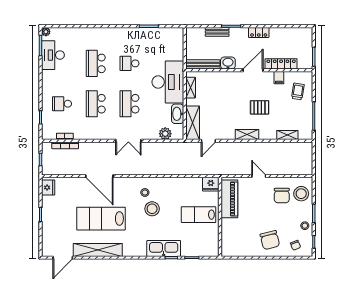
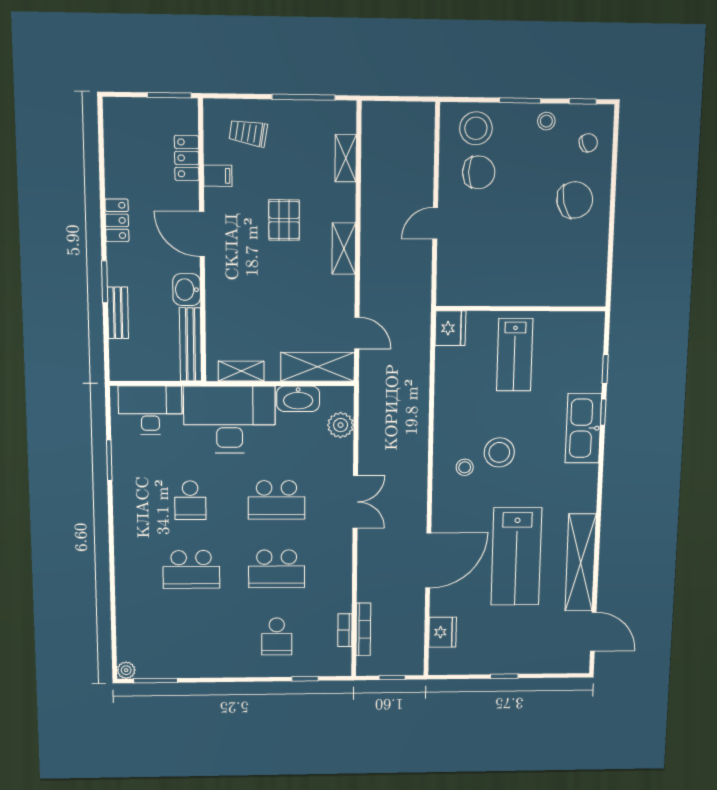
desk: (53, 55) -> (150, 410), moved, turned 180
locker: (281, 64) -> (187, 158), width x0.66
fridge: (48, 187) -> (443, 632), moved, turned 90
piano: (229, 199) -> (483, 288), removed

